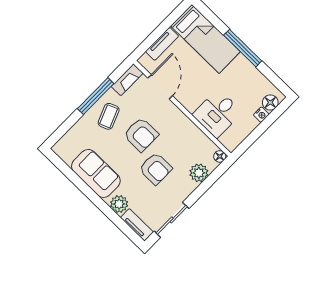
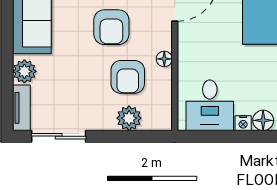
desk: (217, 114) -> (210, 105), moved, turned -90
floor lamp: (220, 156) -> (164, 59), moved
armchair: (156, 169) -> (128, 77), moved

